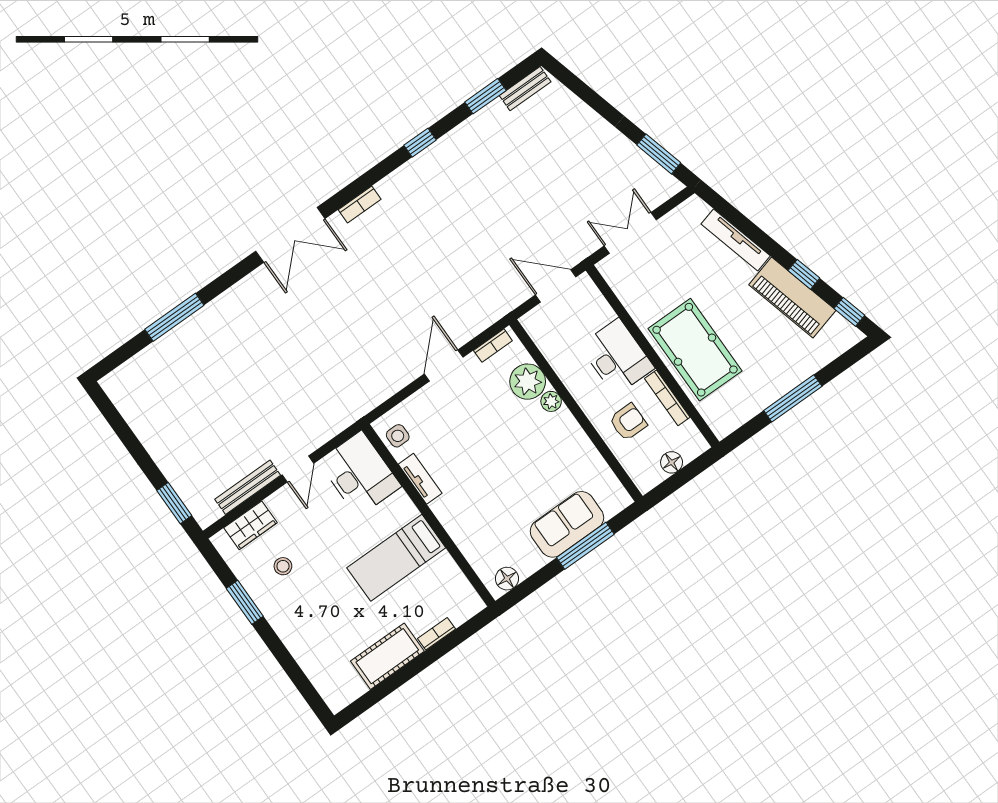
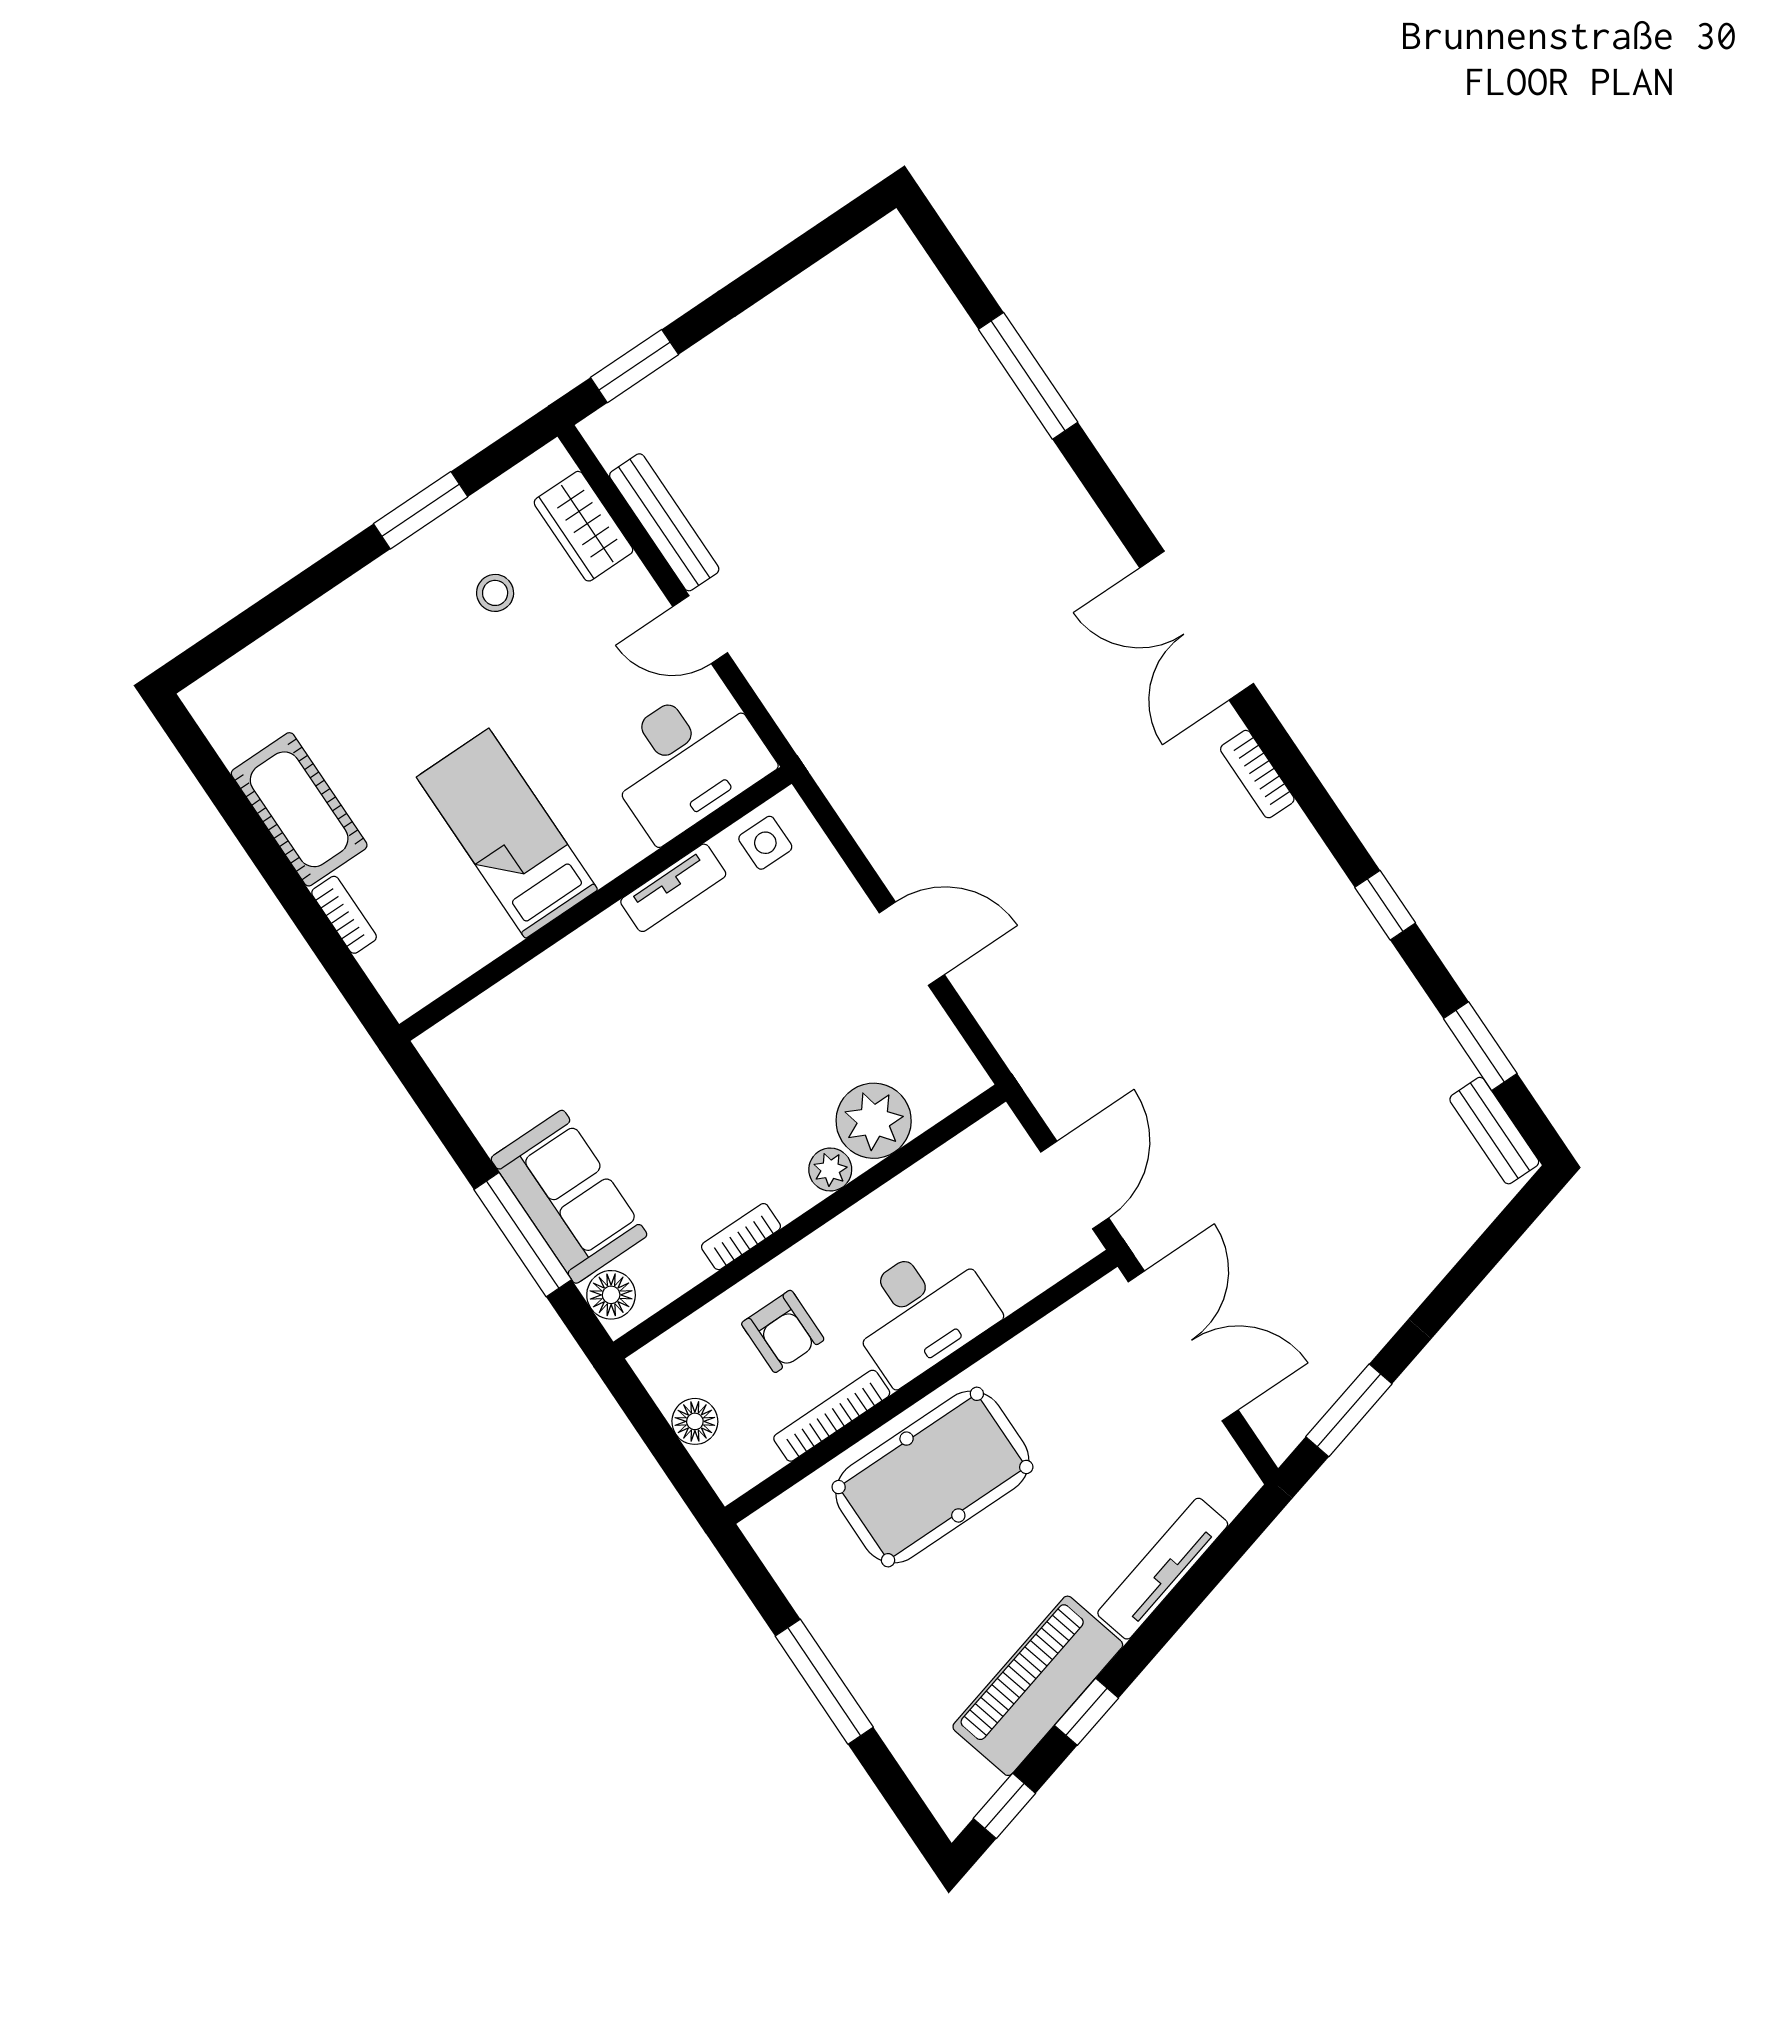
double door: (630, 233) -> (1183, 1346), width x1.37
bookcase: (493, 346) -> (741, 1237), moved, turned 90
floor lamp: (507, 579) -> (611, 1295), moved

